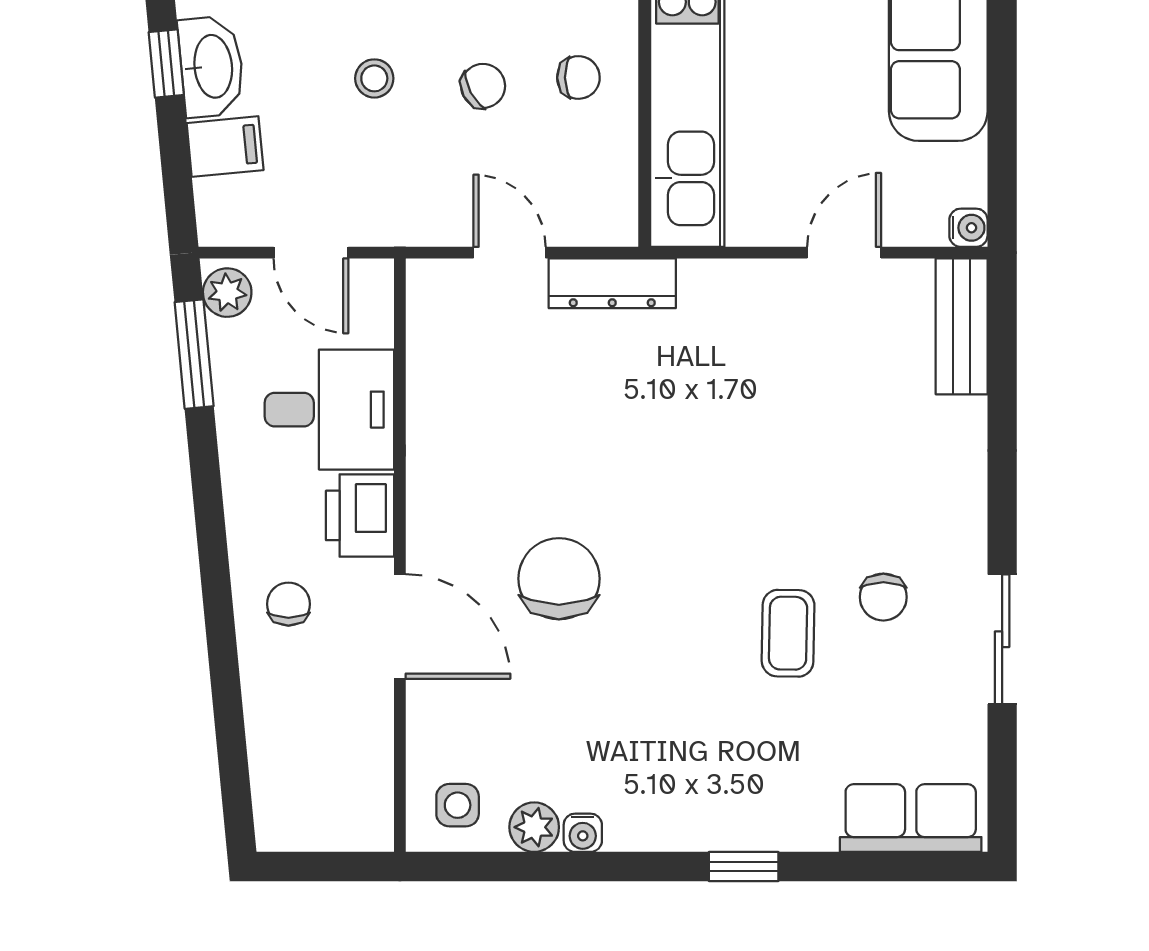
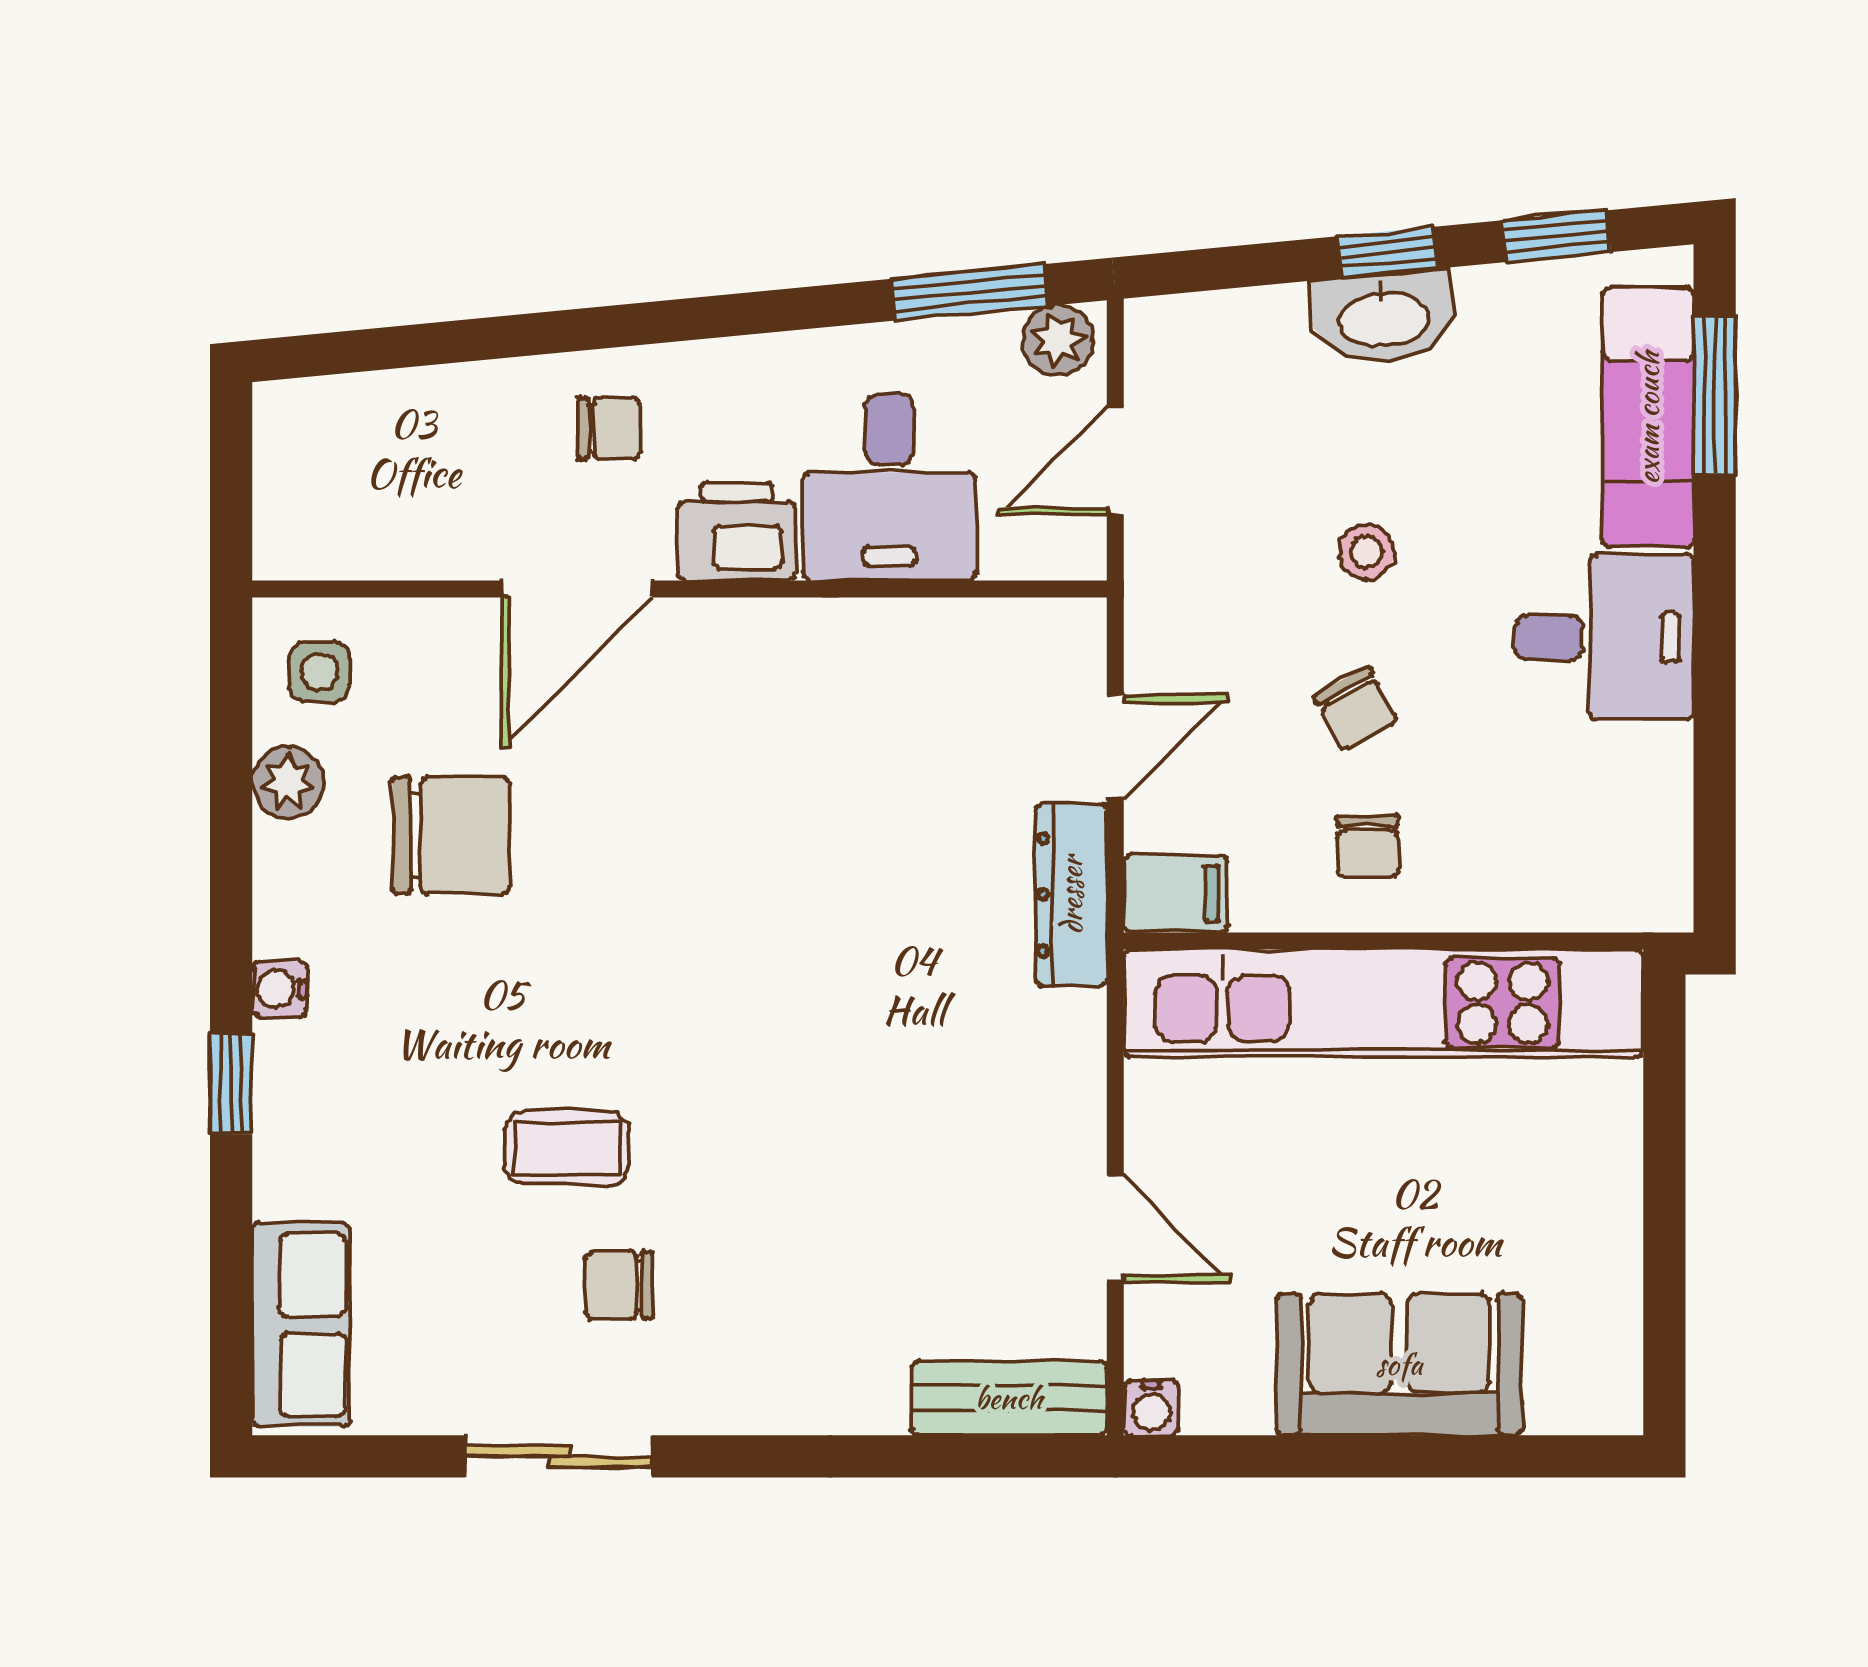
filing cabinet: (225, 147) -> (1176, 894), moved, turned -85
chair: (559, 579) -> (451, 835), moved
water cooler: (583, 833) -> (280, 989), moved

